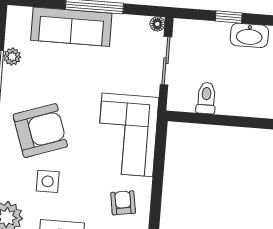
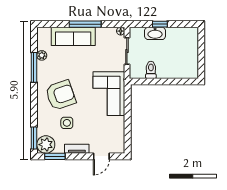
washbasin: (249, 35) -> (155, 33), moved
armchair: (123, 203) -> (109, 131), removed

